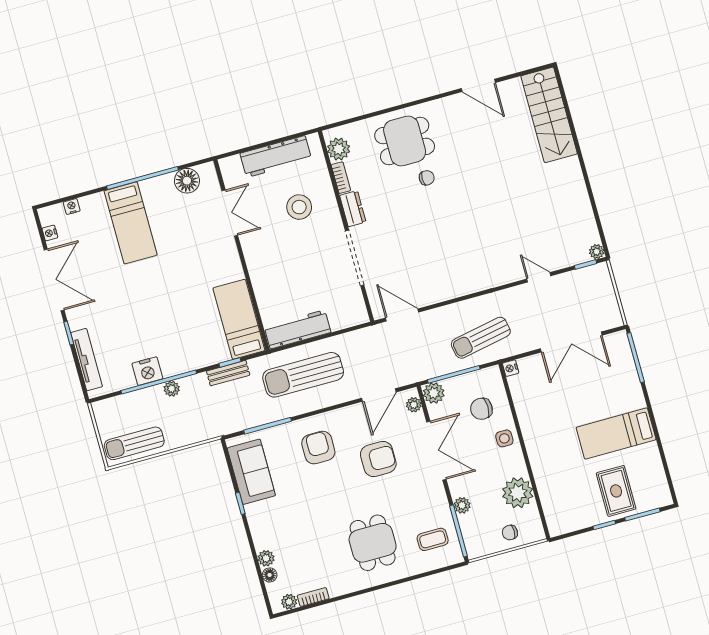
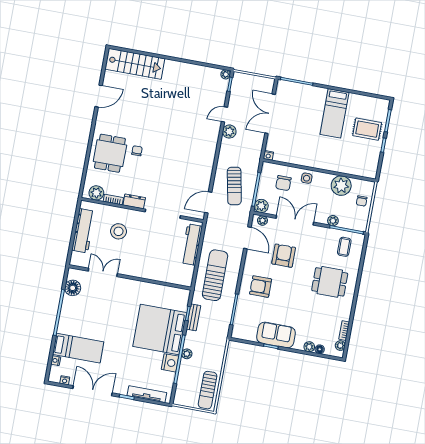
bed: (131, 223) -> (78, 348), moved
plant: (518, 296) -> (229, 132), added
bed: (239, 319) -> (160, 330), moved, width x2.04
workbench: (297, 329) -> (192, 244), moved
sun lounger: (481, 338) -> (234, 186), moved
double door: (571, 342) -> (270, 114), swing flipped
sun lounger: (303, 375) -> (215, 275), turned 180
sofa: (251, 472) -> (276, 335), moved

